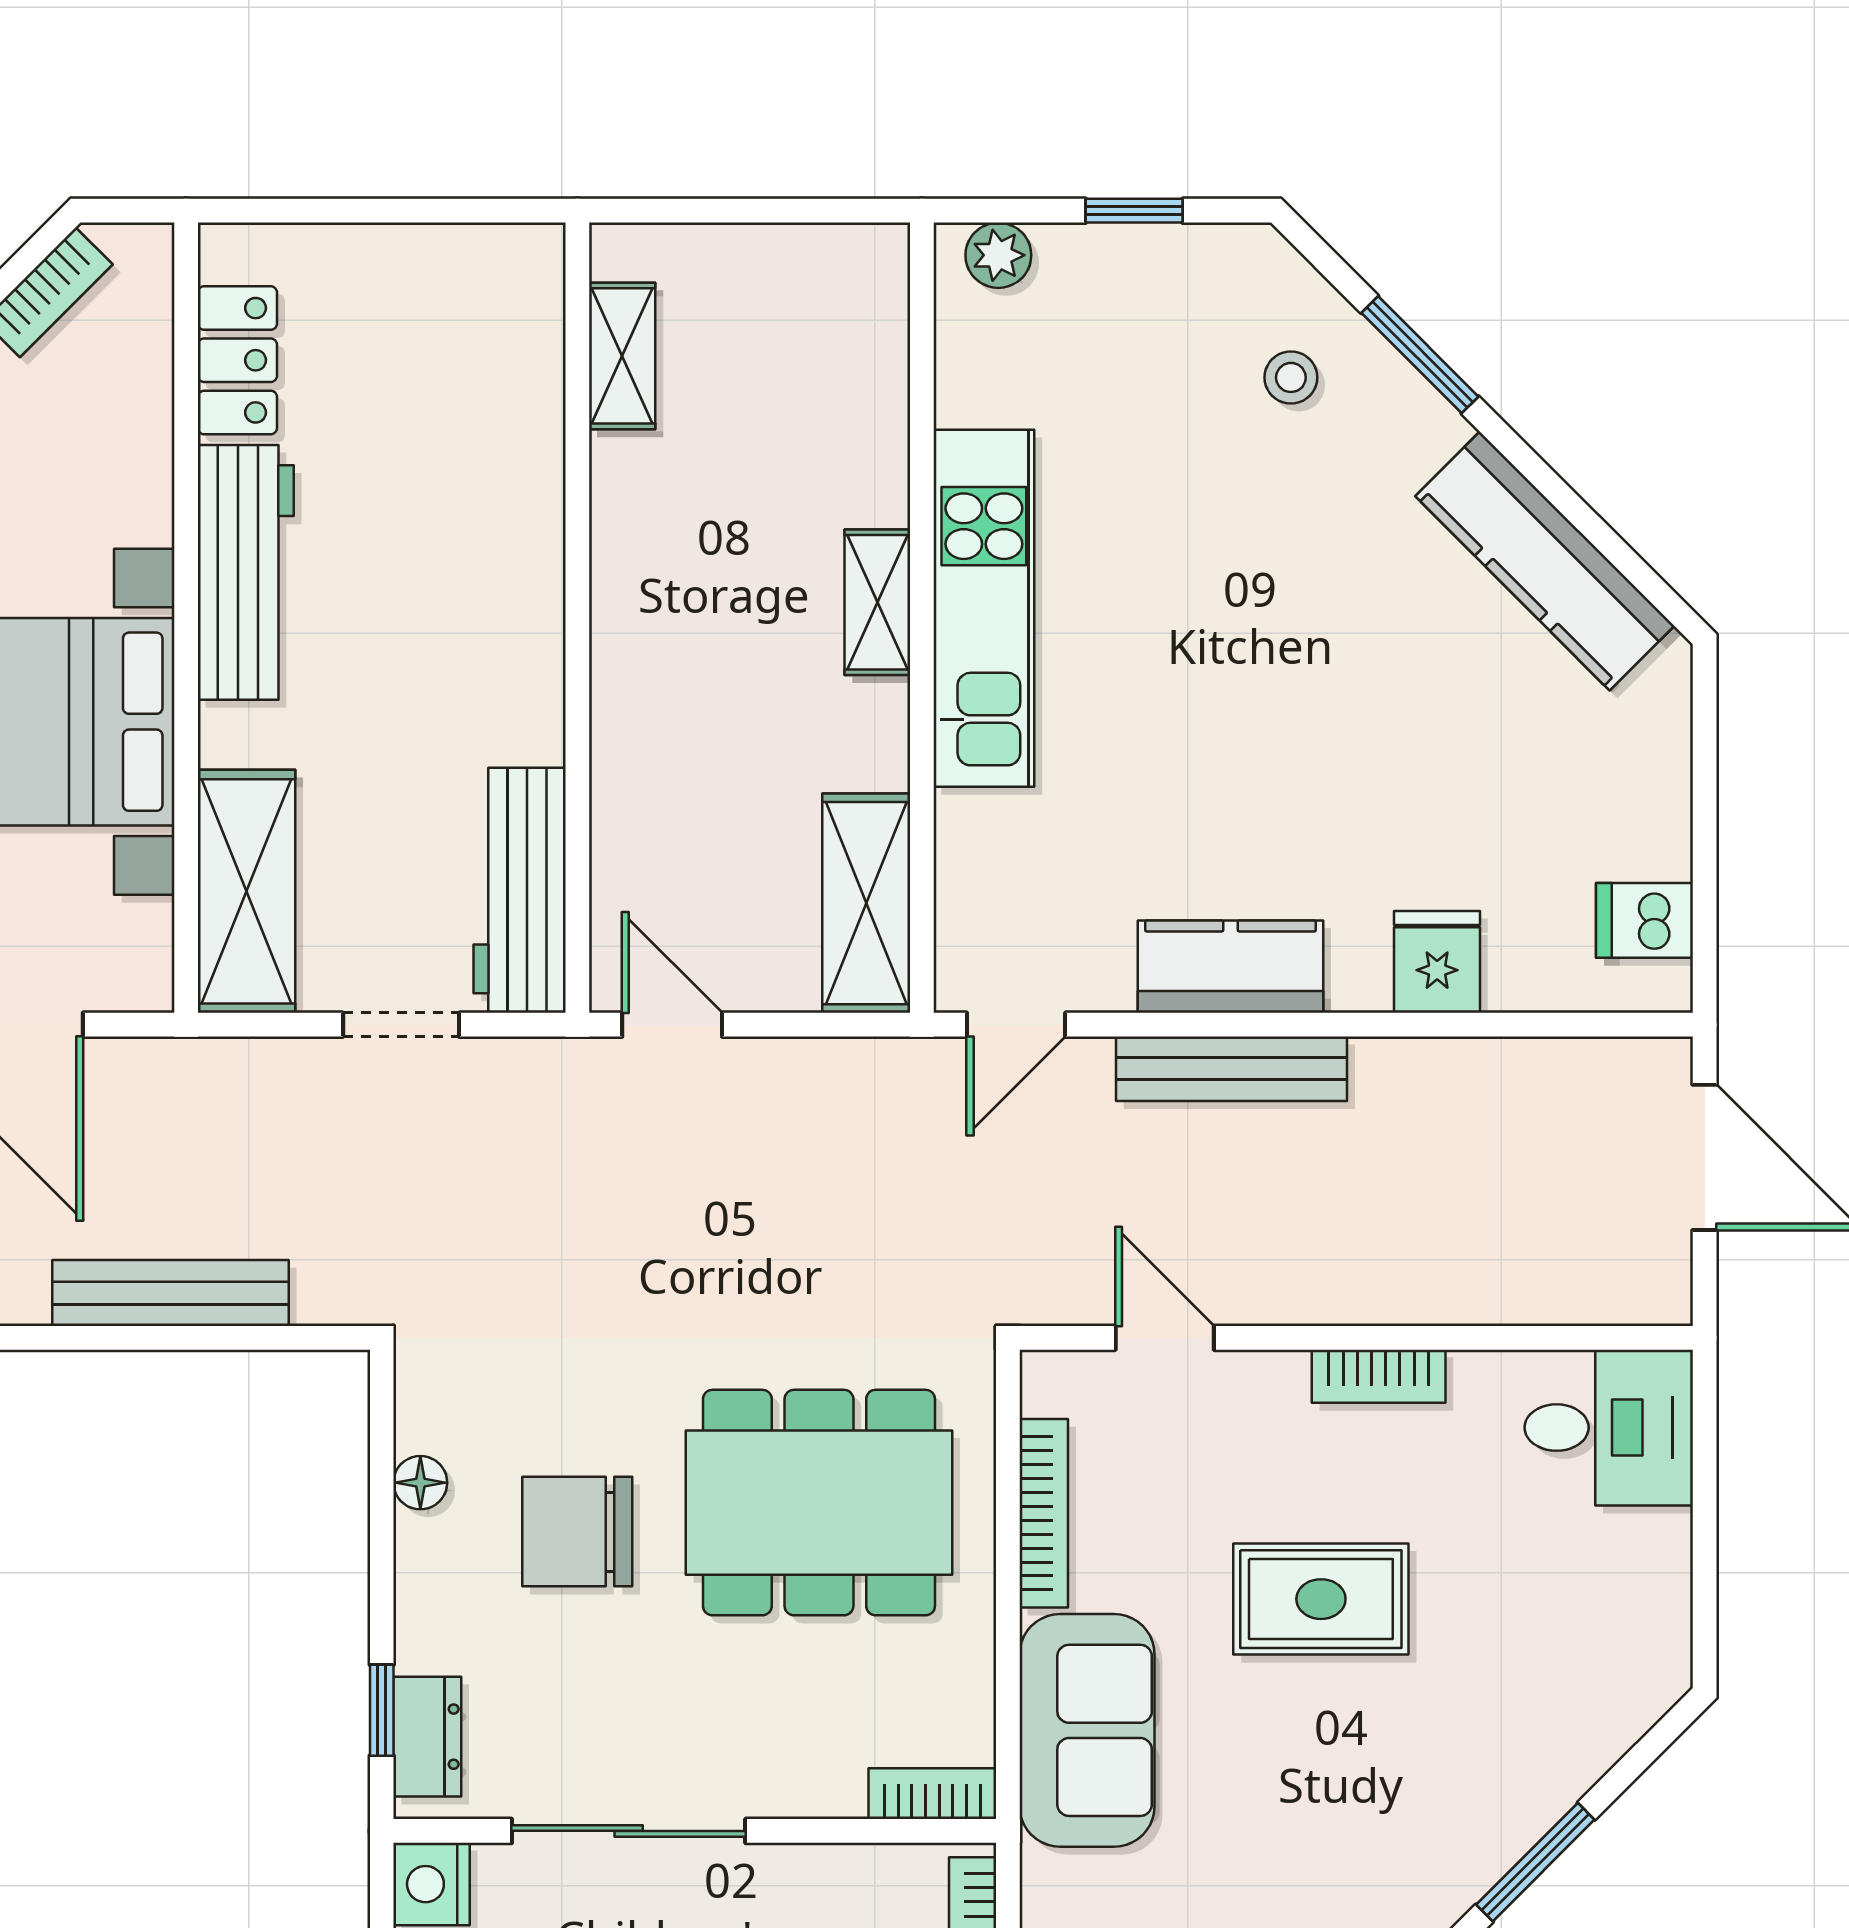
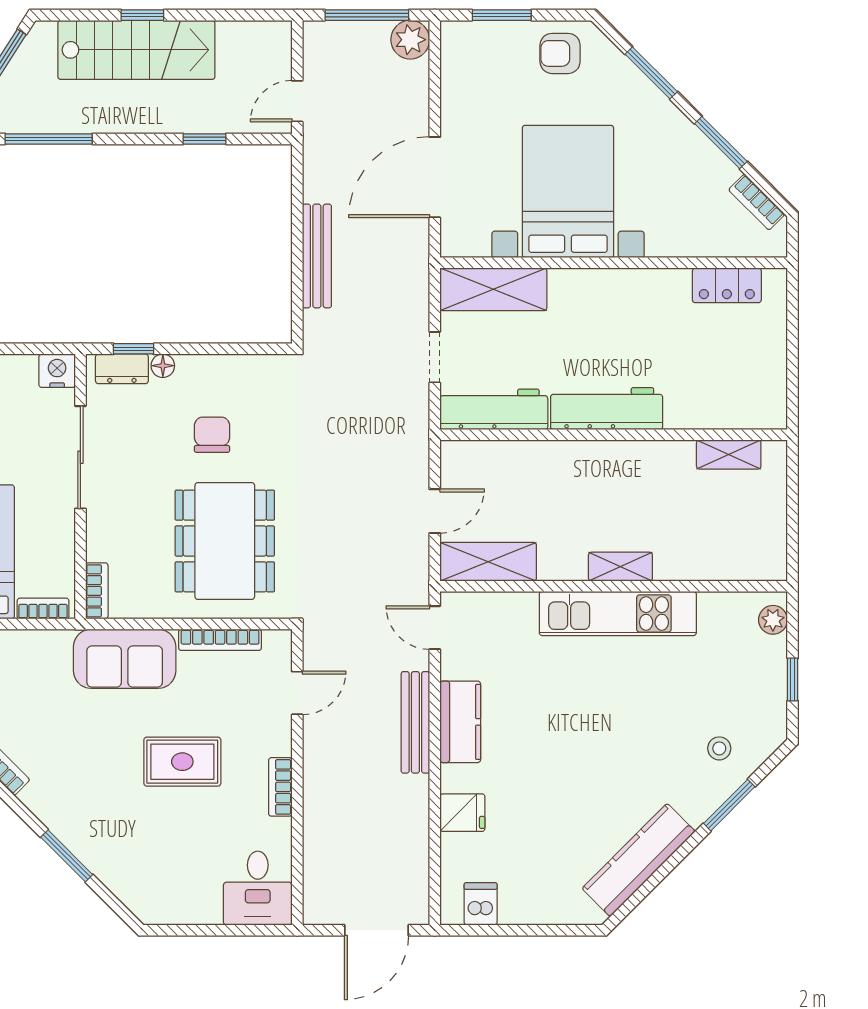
workbench: (246, 572) -> (607, 409), moved, turned 180
door: (672, 1025) -> (435, 511), moved
floor lamp: (420, 1483) -> (163, 366), moved
chair: (577, 1532) -> (212, 435), width x0.73, depth x0.73
rug: (1321, 1599) -> (182, 762), turned 90

